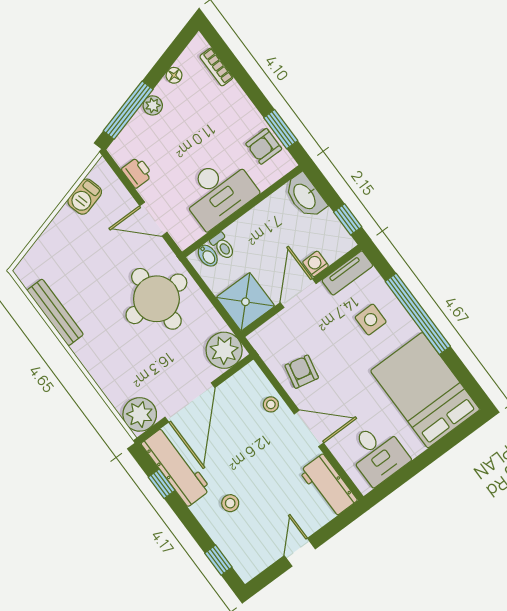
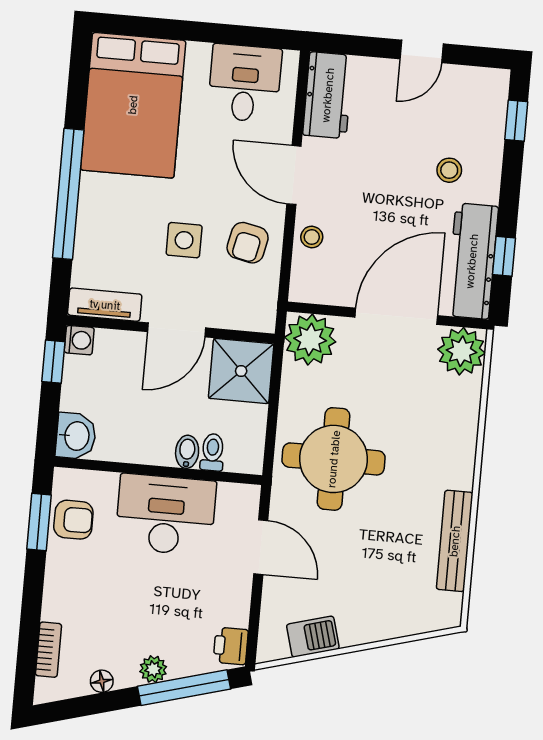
printer: (137, 172) -> (231, 646), moved
washbasin: (305, 196) -> (76, 436), width x0.72
bidet: (208, 256) -> (187, 452), moved
washing machine: (316, 264) -> (79, 340), moved, turned -90
side table: (371, 320) -> (184, 240), moved

